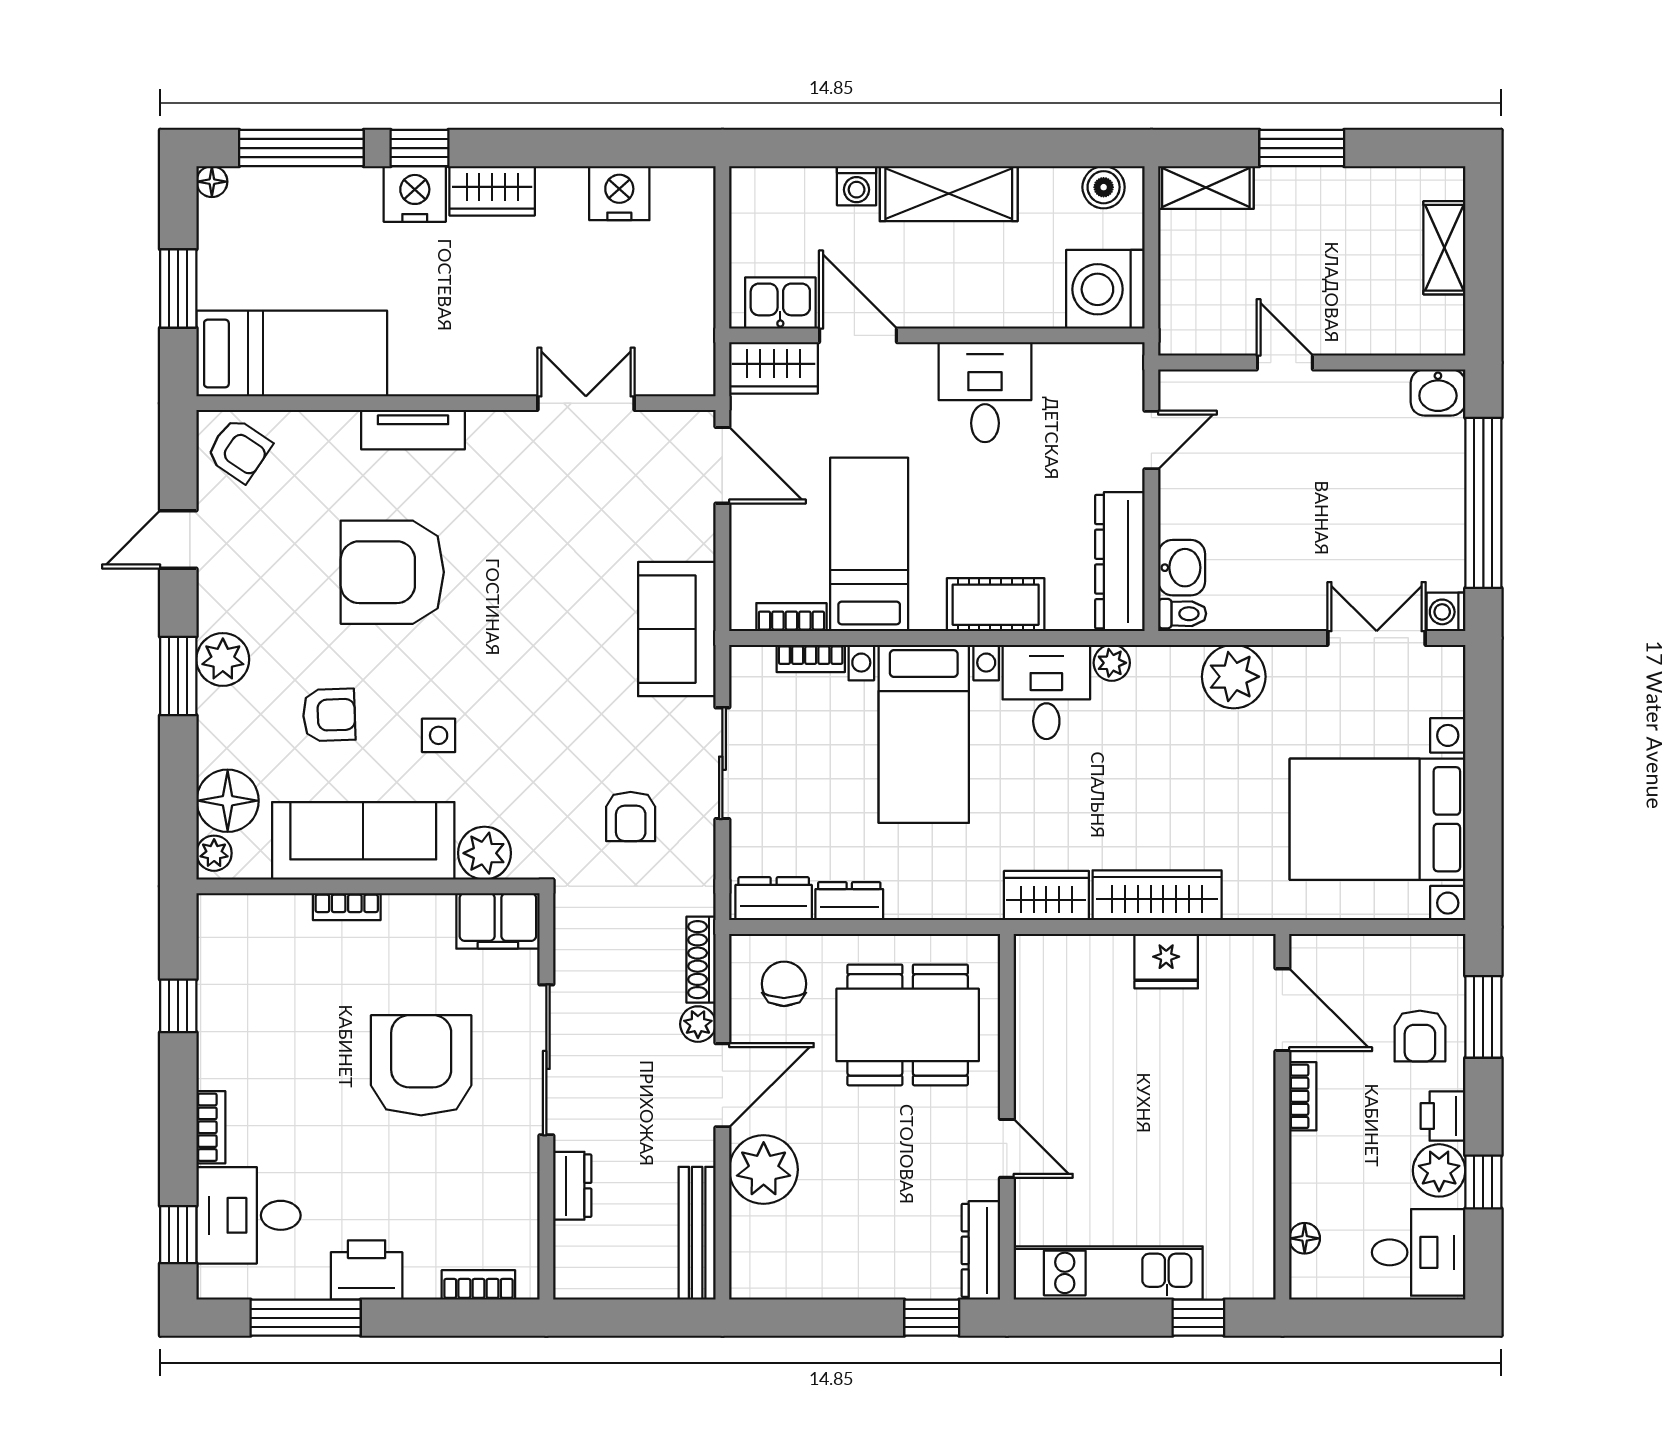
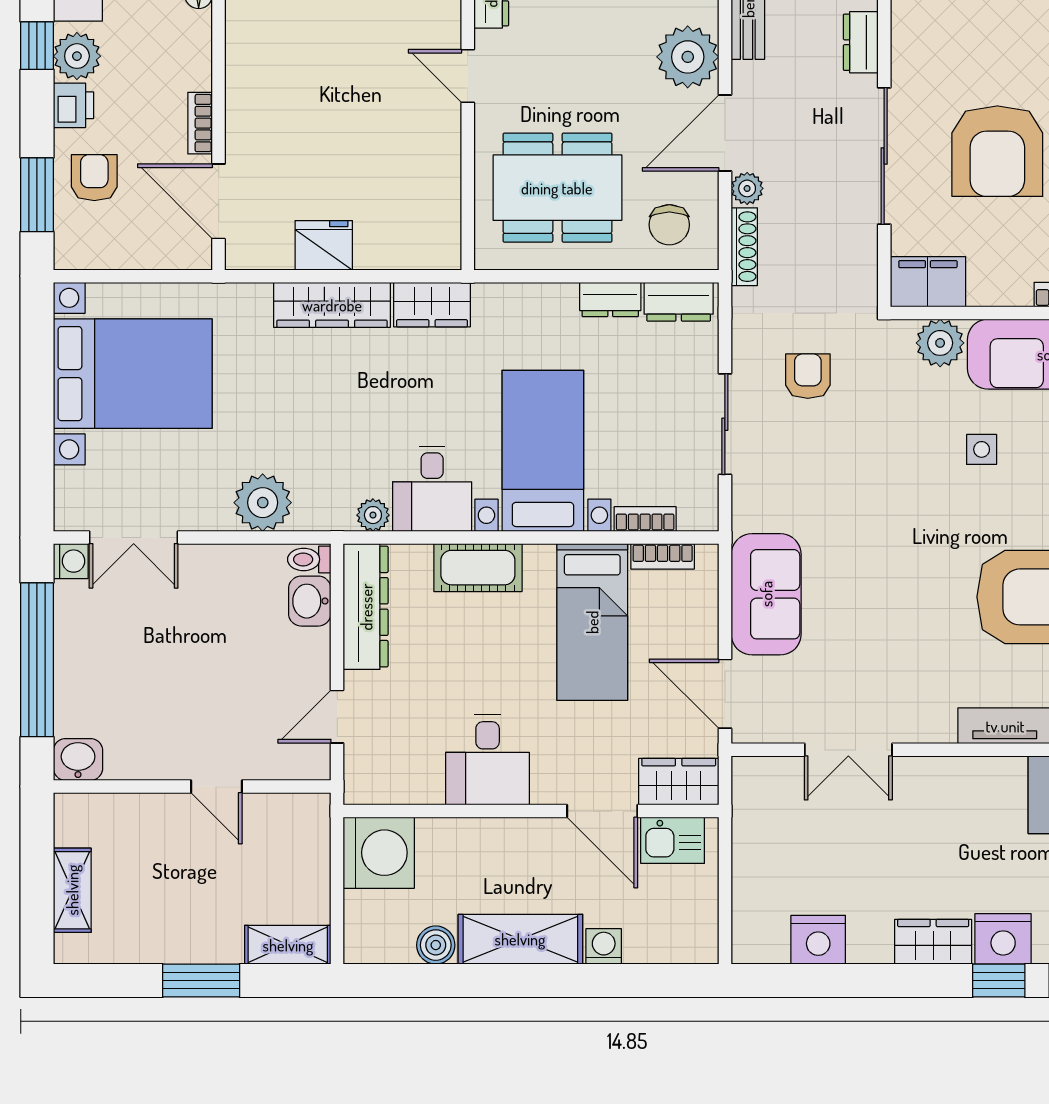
boiler: (1104, 187) -> (436, 945), moved
sofa: (677, 629) -> (766, 594), moved

